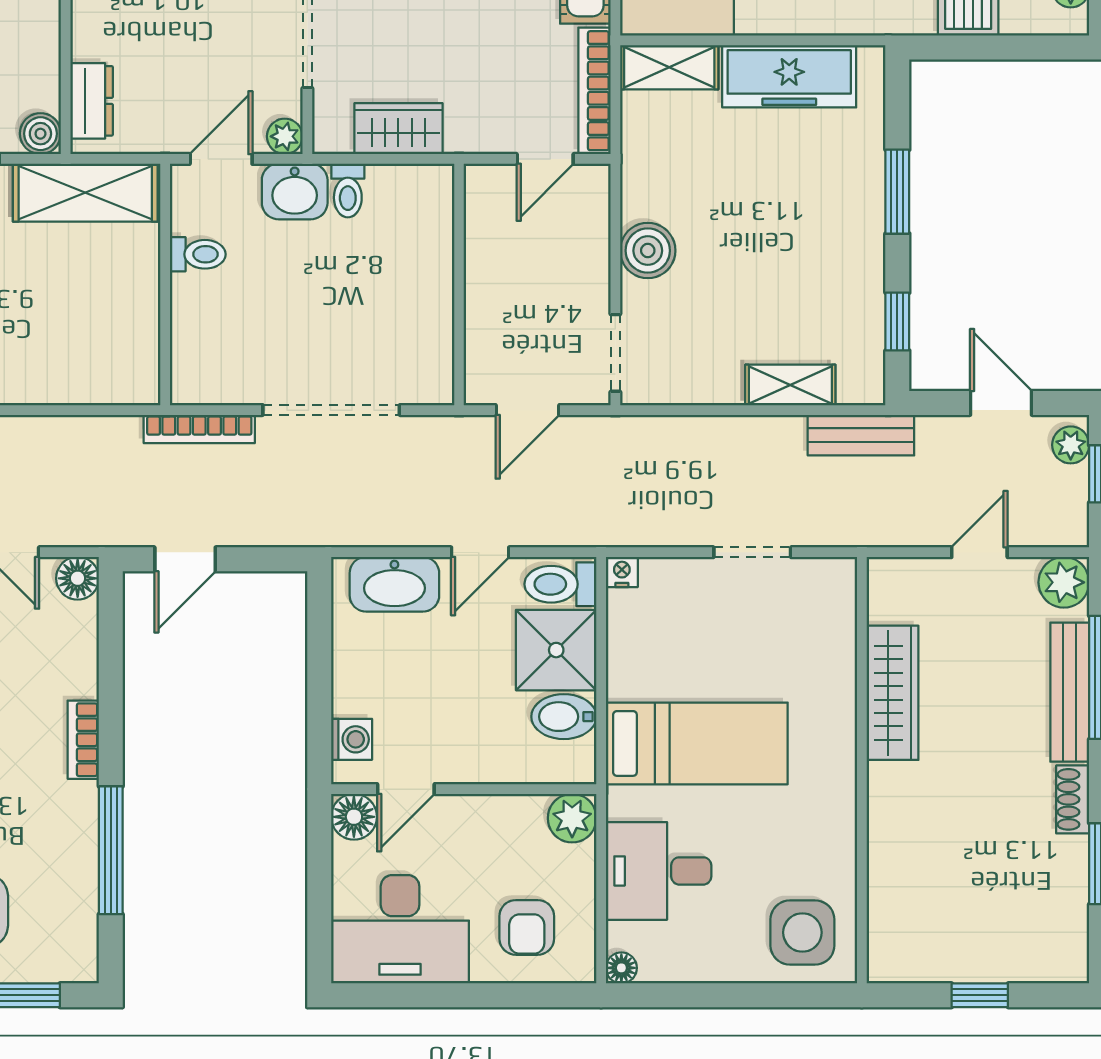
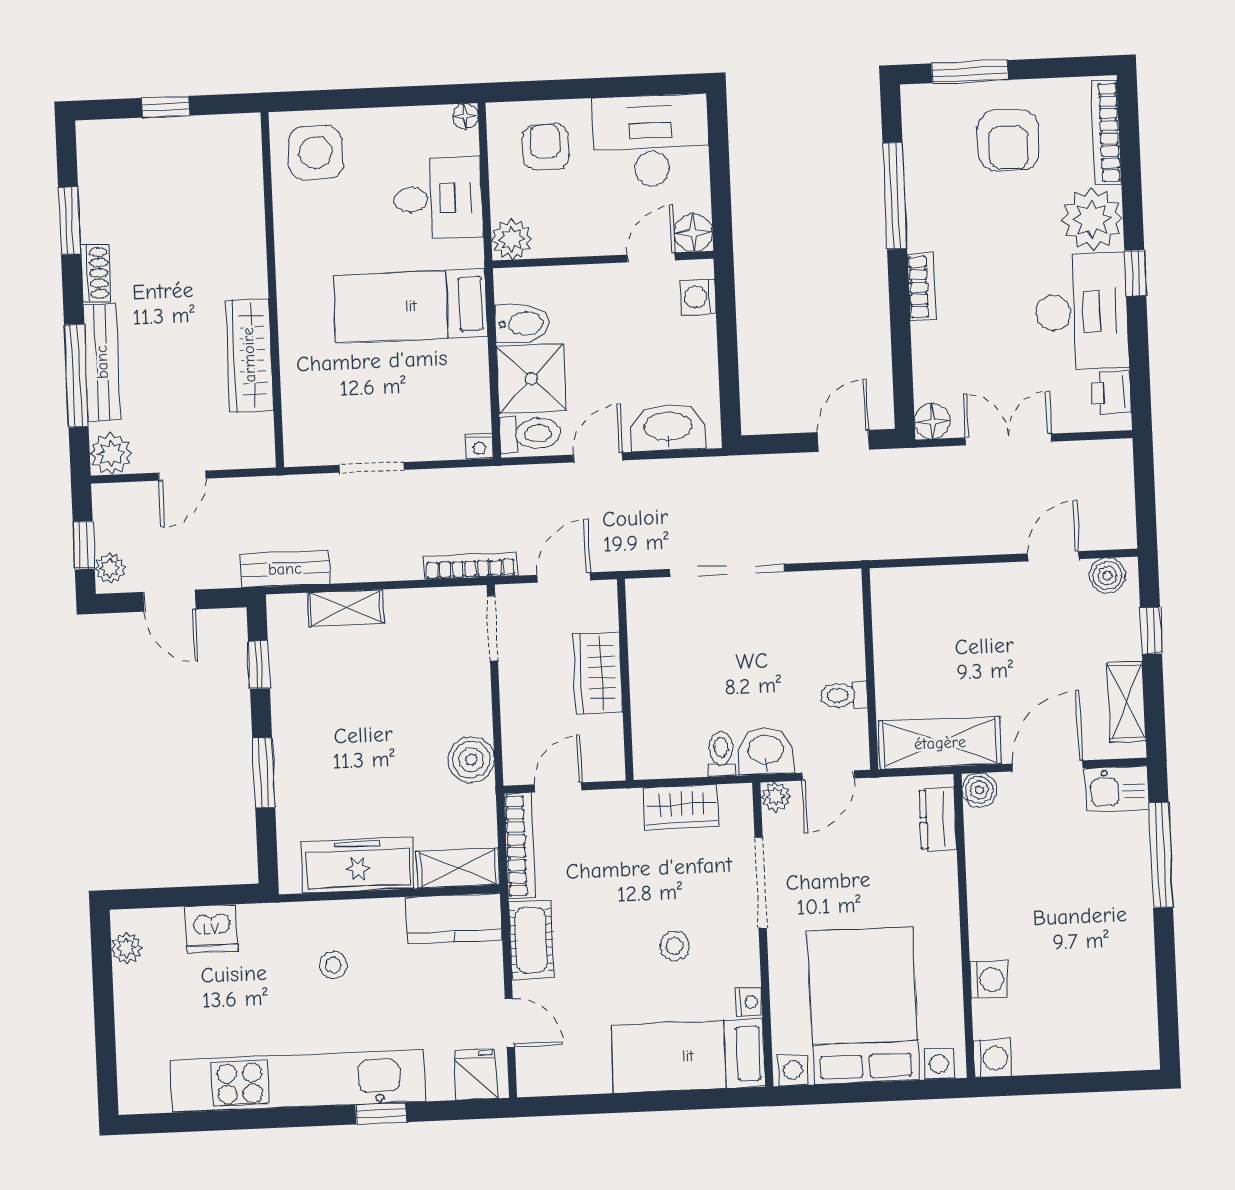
boiler: (648, 251) -> (471, 760), moved
wardrobe: (492, 294) -> (598, 673), added
bookcase: (199, 429) -> (470, 566), moved

